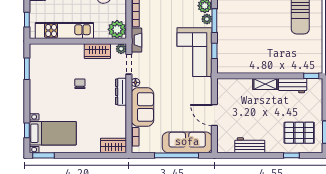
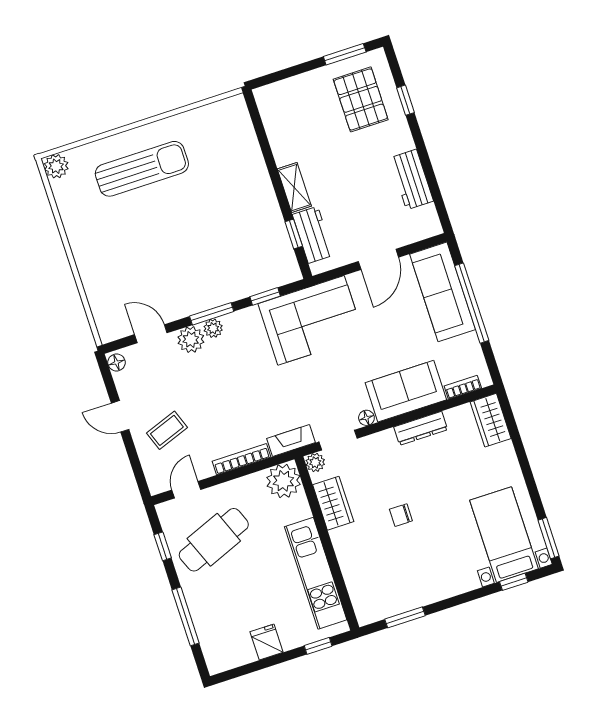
corner sofa: (195, 52) -> (311, 320), moved
window: (311, 76) -> (294, 234), moved
workbench: (293, 86) -> (313, 235), moved
dresser: (121, 92) -> (421, 428), moved

